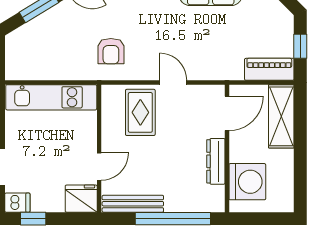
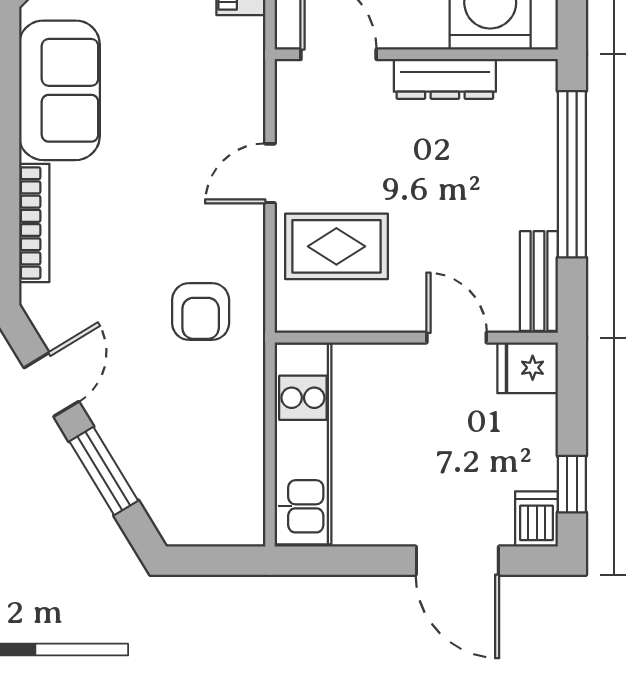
armchair: (111, 51) -> (201, 311), turned 90
fridge: (81, 199) -> (528, 368), width x0.72
bench: (133, 204) -> (539, 281), width x0.73

